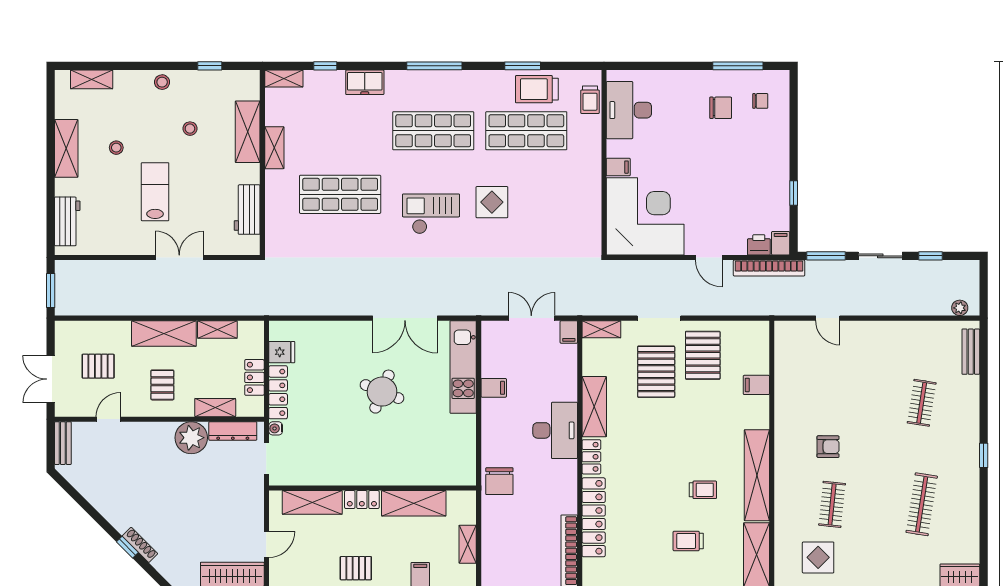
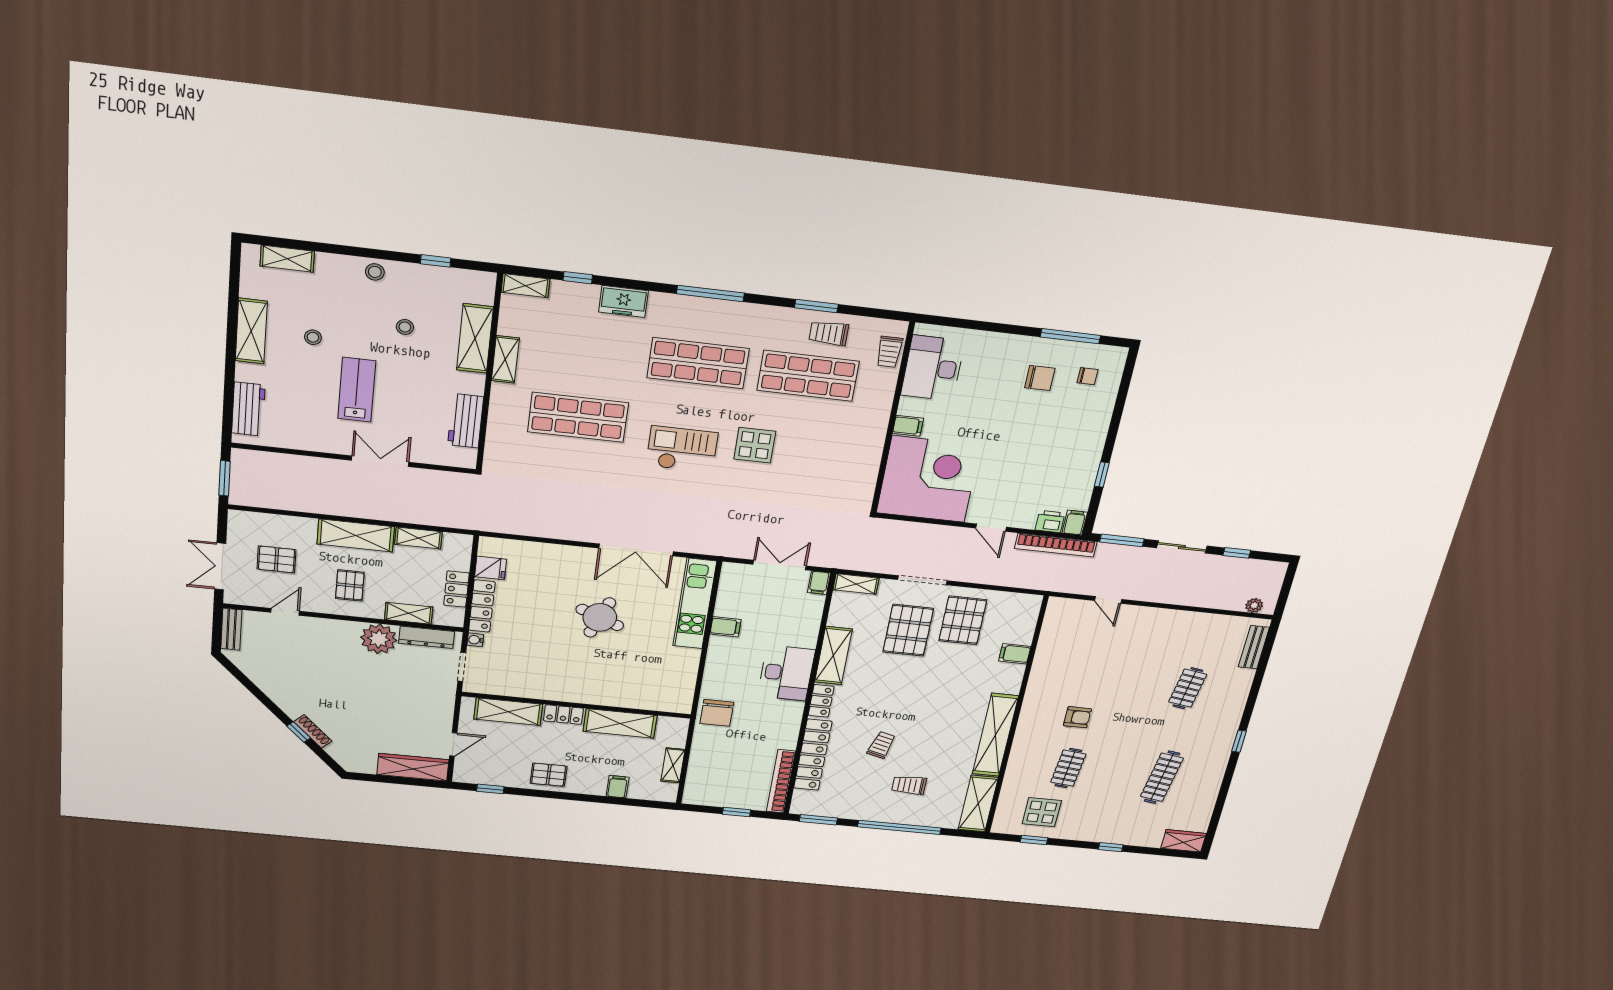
trolley: (537, 89) -> (829, 333), width x0.73, depth x0.72
trolley: (703, 490) -> (881, 745), moved, turned -75

